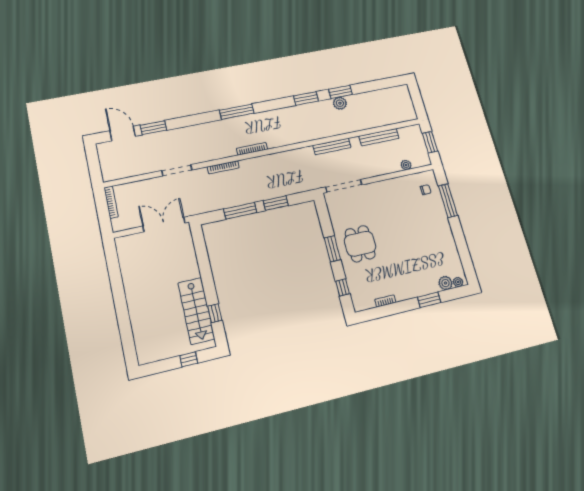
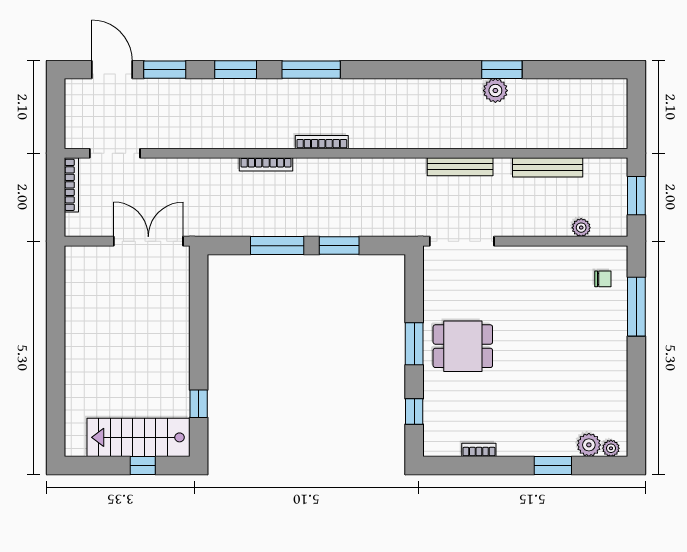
window: (306, 98) -> (236, 70), moved
doorway: (177, 170) -> (115, 153), moved
dining table: (360, 244) -> (463, 346), turned 90
stairs: (196, 311) -> (138, 437), moved, turned 90

